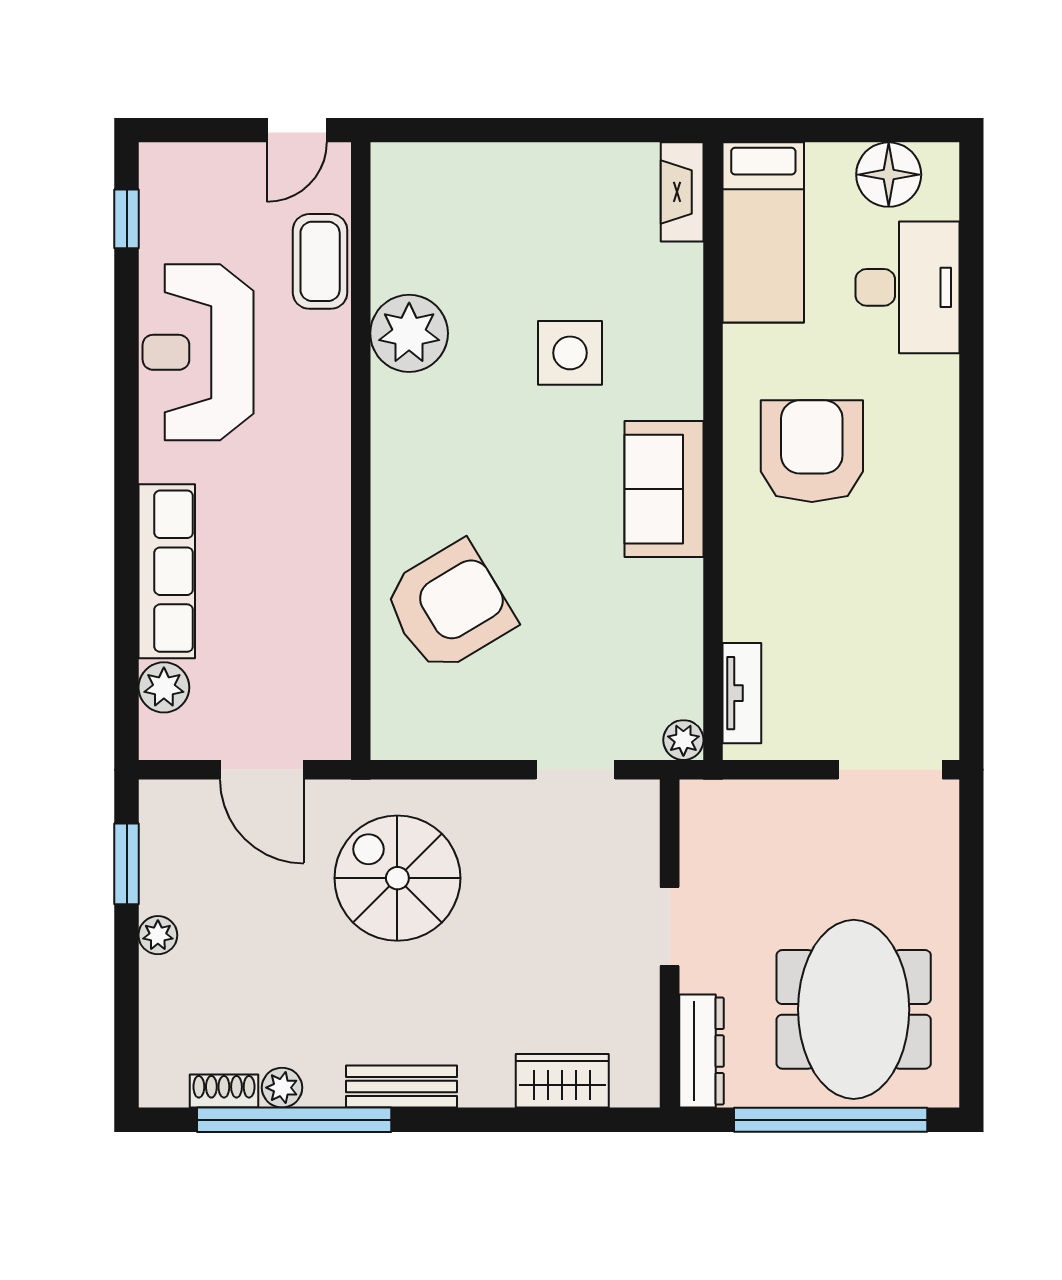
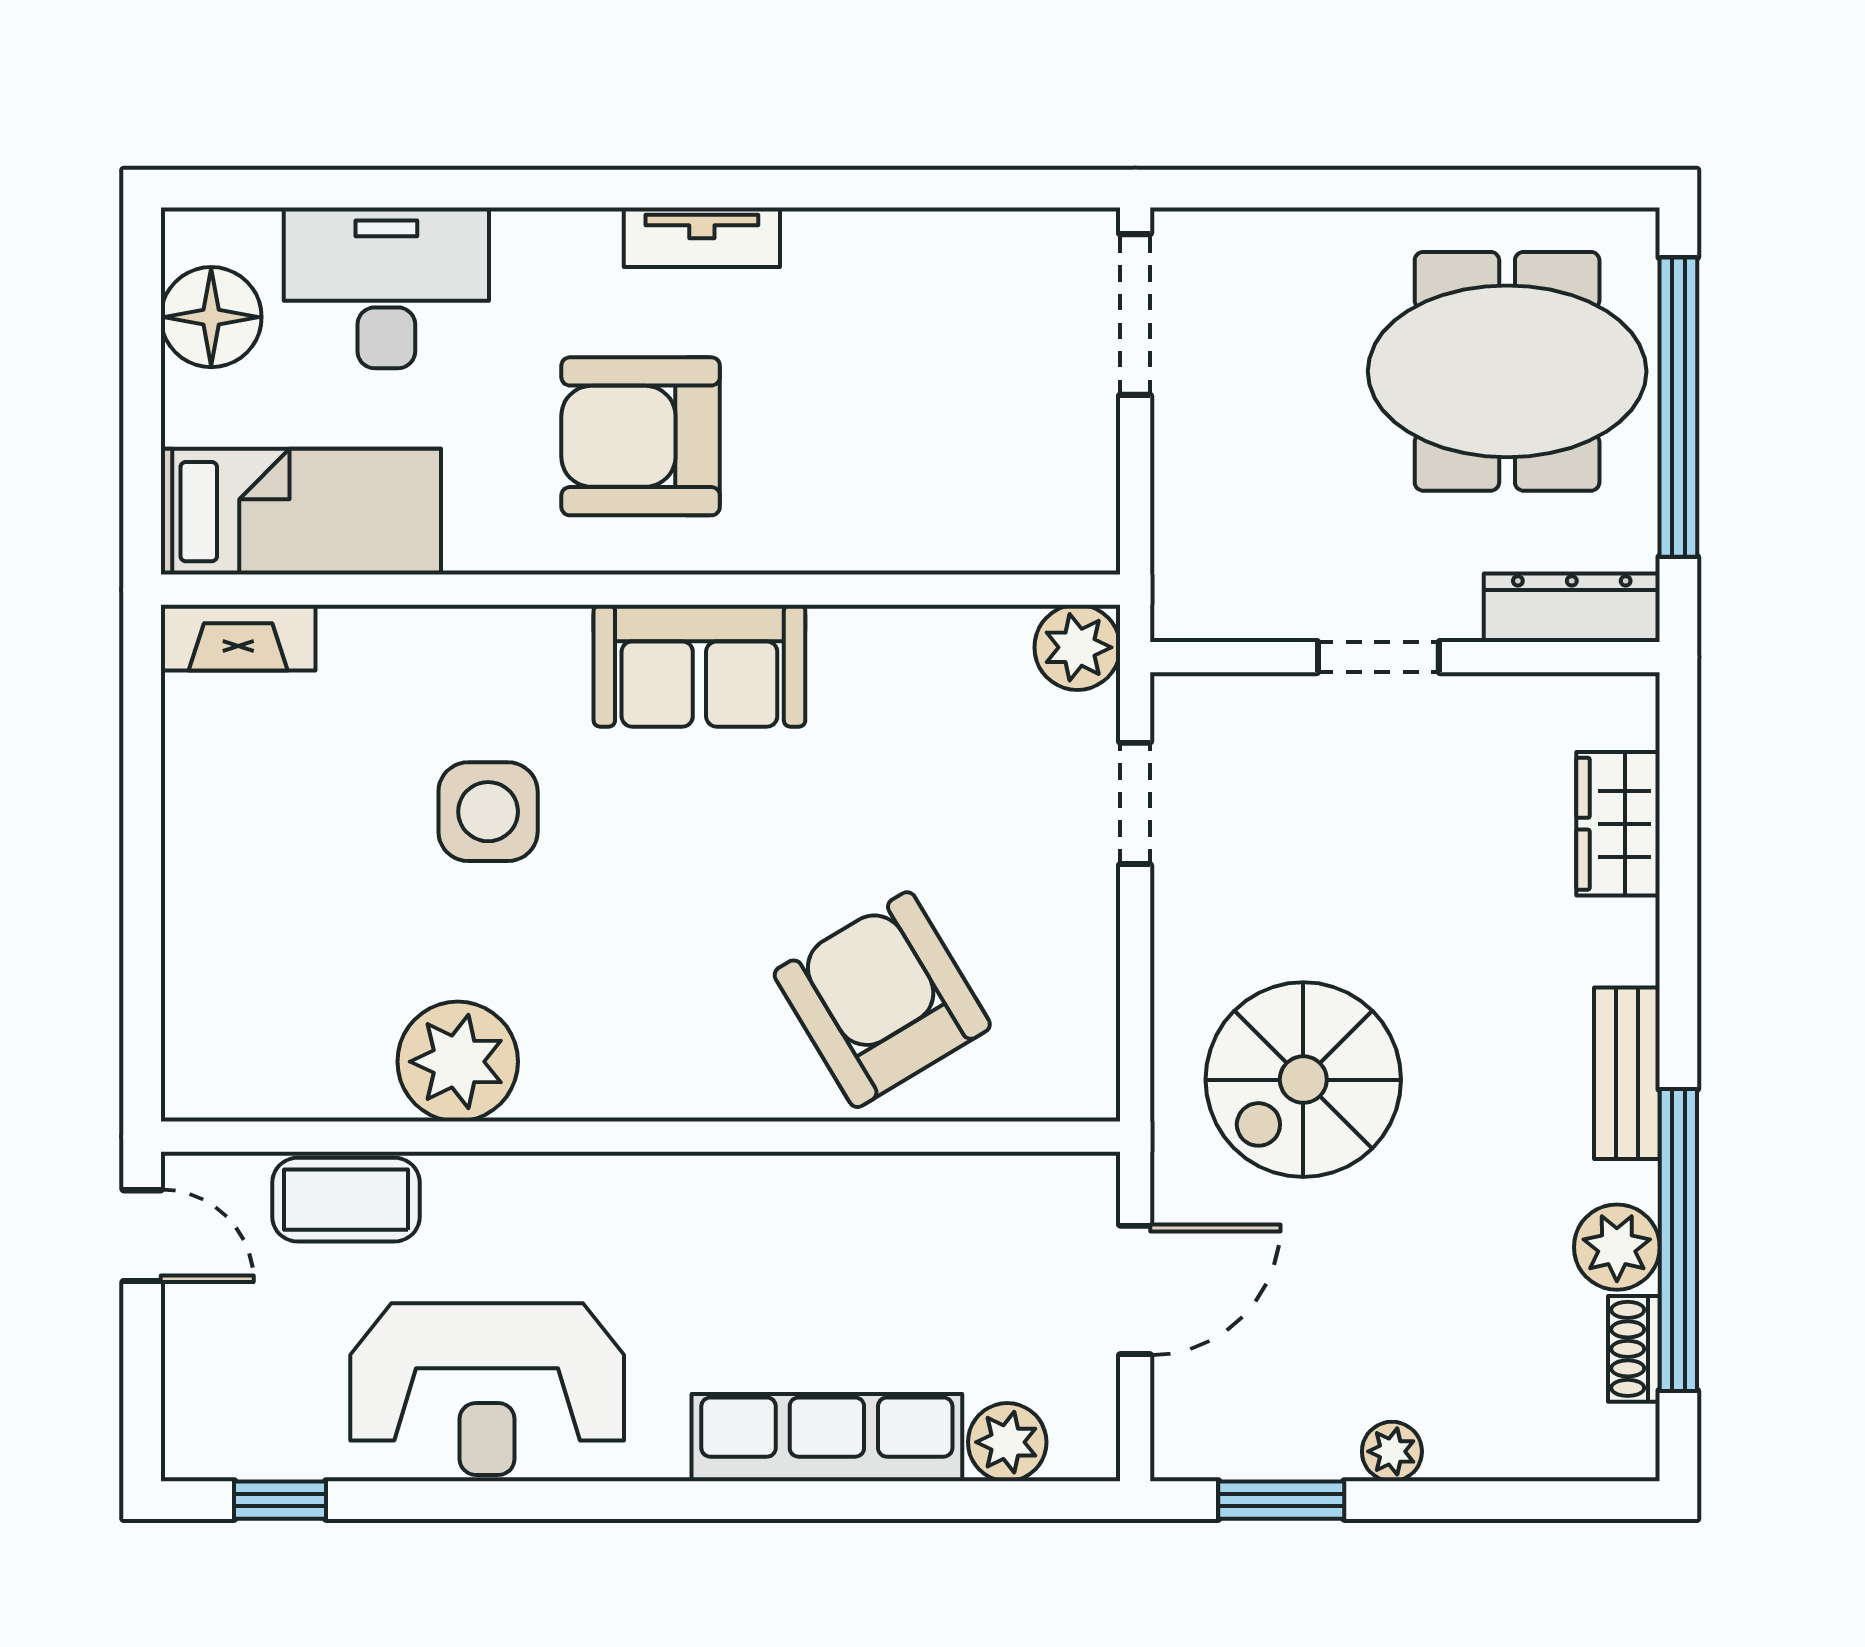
tv unit: (742, 693) -> (702, 237), moved, turned 180
plant: (683, 740) -> (1077, 647), width x1.38, depth x1.38
plant: (282, 1088) -> (1617, 1247), width x1.38, depth x1.38

